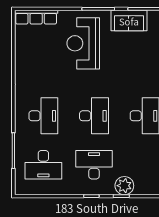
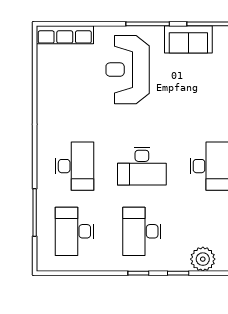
desk: (94, 116) -> (142, 166), turned 90
desk: (43, 165) -> (74, 231), turned 90
desk: (94, 165) -> (142, 231), turned -90
plant: (124, 186) -> (203, 259), moved

